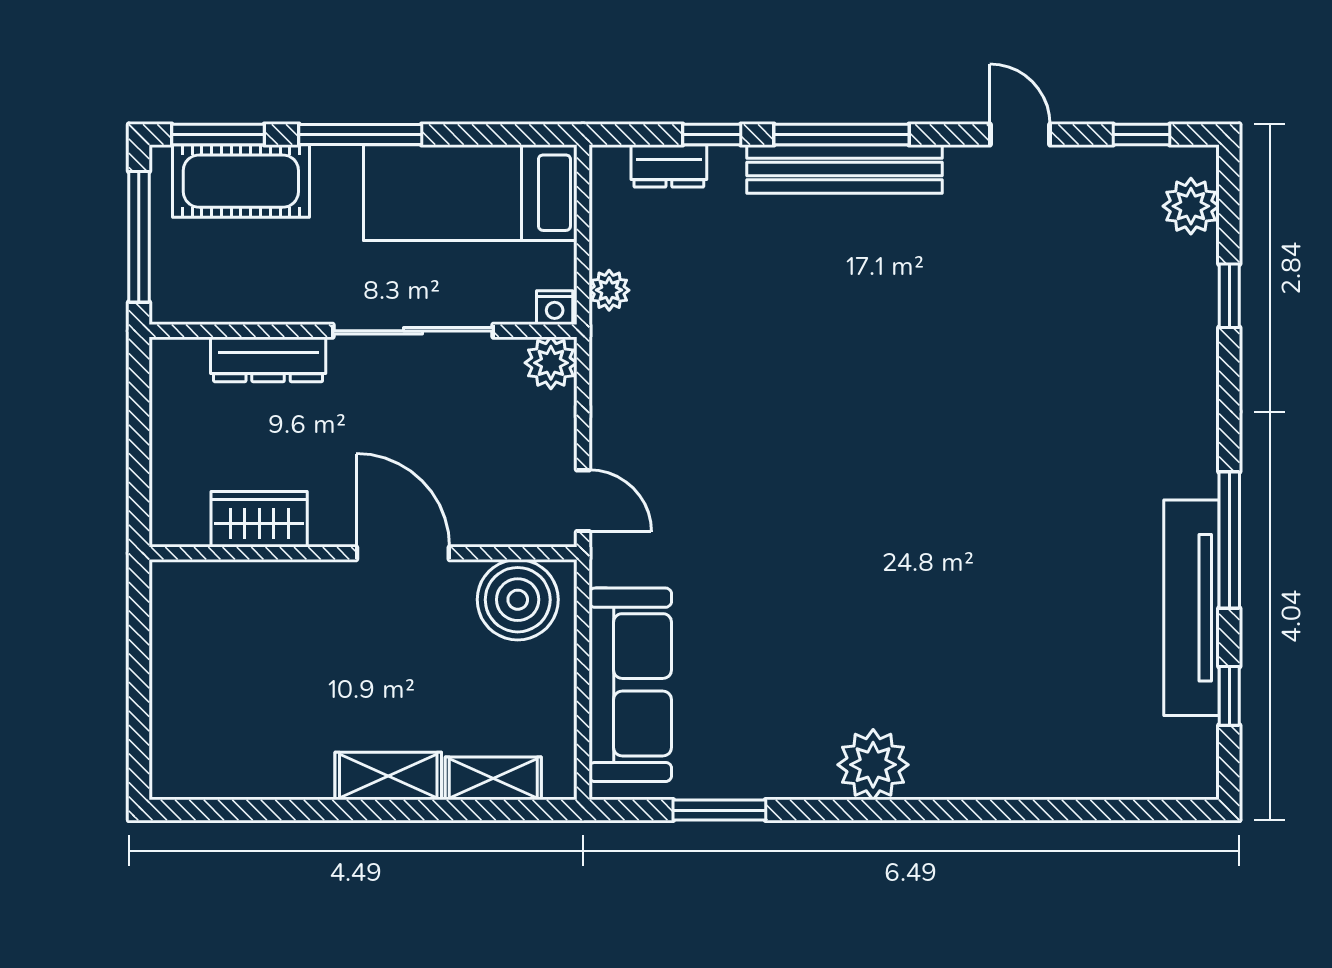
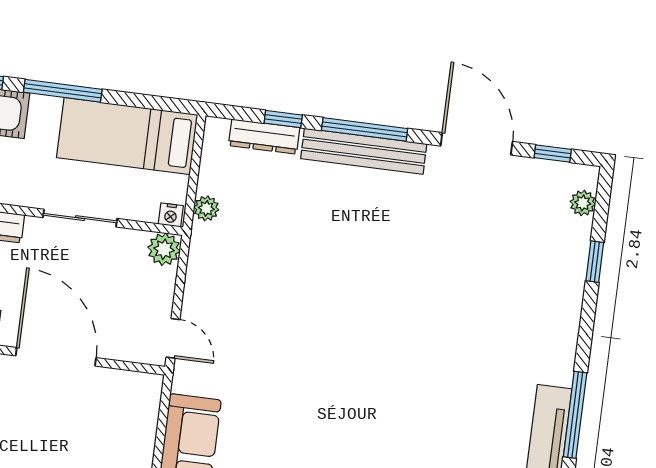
door: (1020, 135) -> (477, 144), width x1.87
dresser: (669, 166) -> (264, 137), width x1.44
plant: (1191, 206) -> (583, 203), width x0.73, depth x0.73
sliding door: (413, 331) -> (80, 218), width x0.73
door: (403, 553) -> (56, 357), width x1.36
boiler: (518, 600) -> (124, 395), removed

